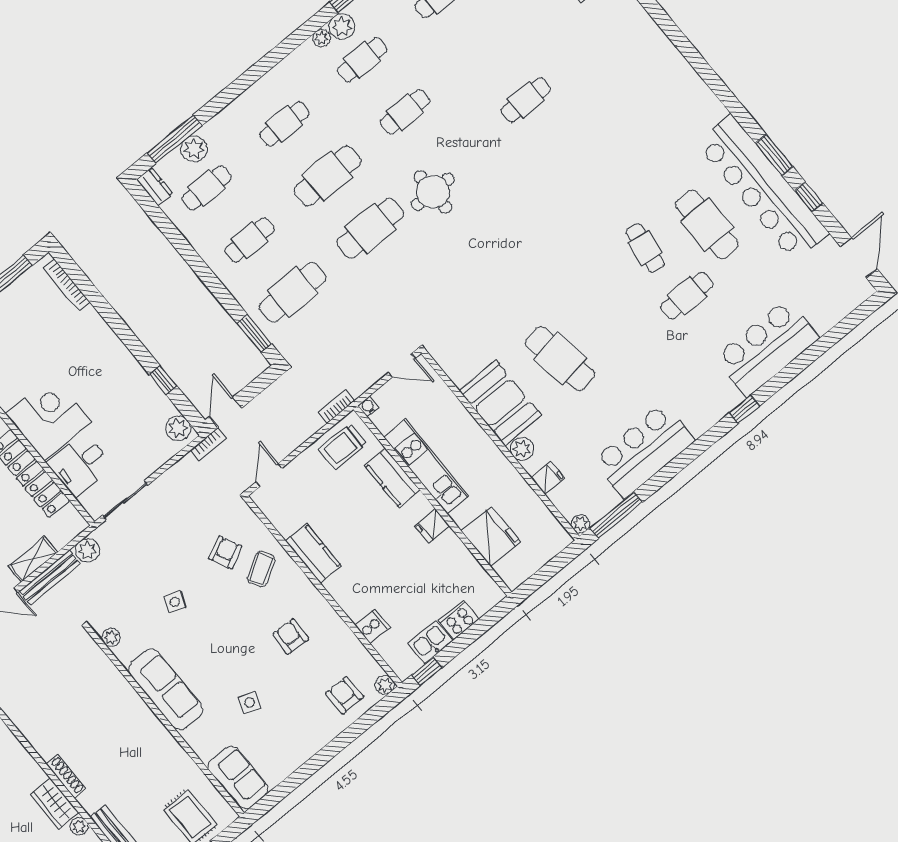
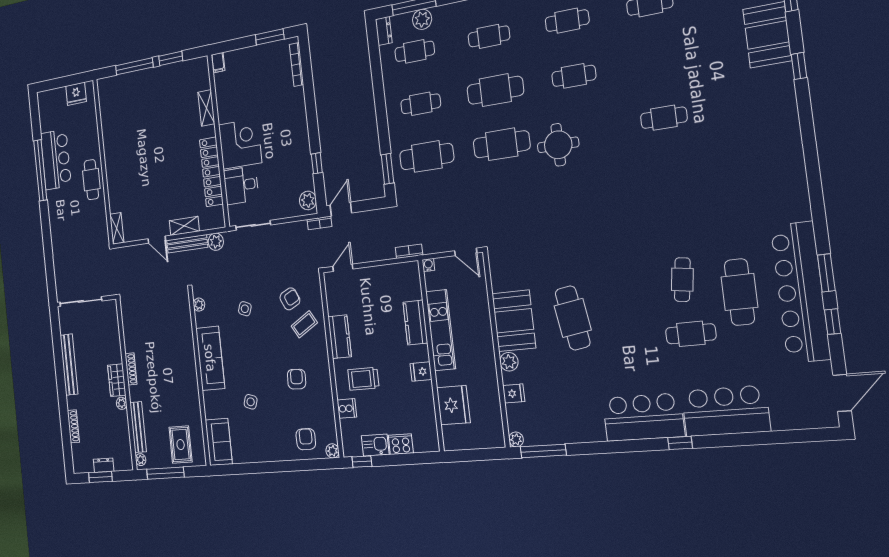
trolley: (343, 447) -> (363, 379), moved
bar counter: (644, 450) -> (643, 417), moved

